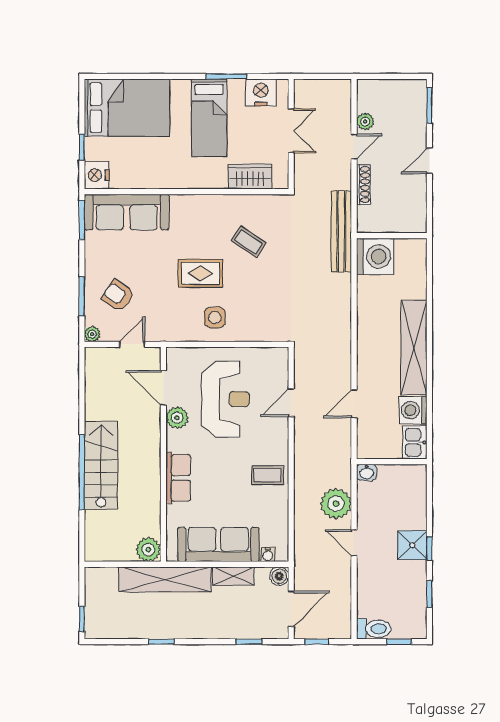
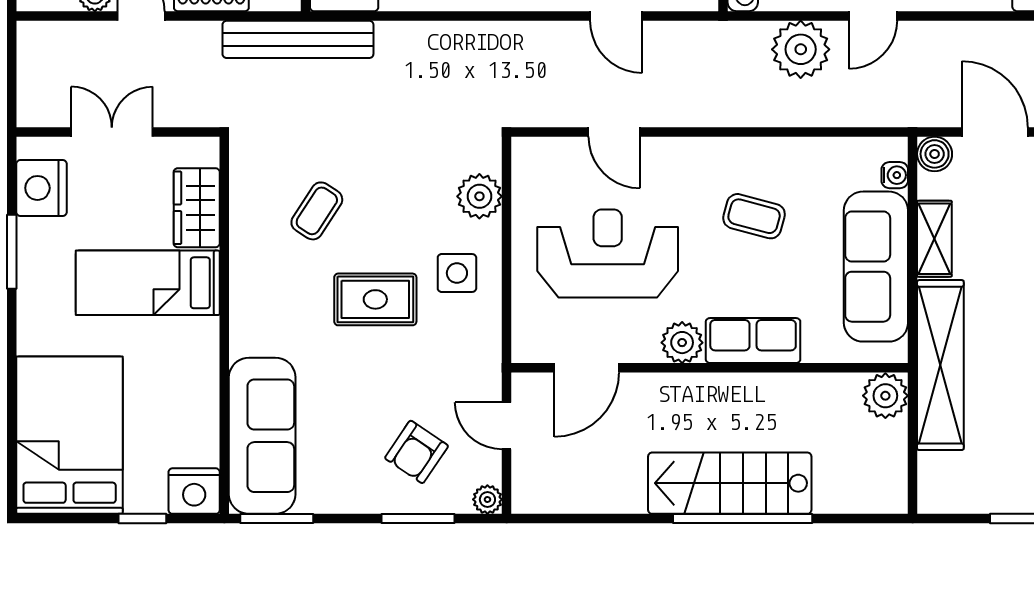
bed: (209, 118) -> (148, 283), moved, turned 180
rug: (201, 273) -> (375, 299), turned 90
plant: (256, 330) -> (479, 196), added
plant: (177, 418) -> (682, 343), moved
coffee table: (268, 475) -> (754, 216), moved, turned -75

